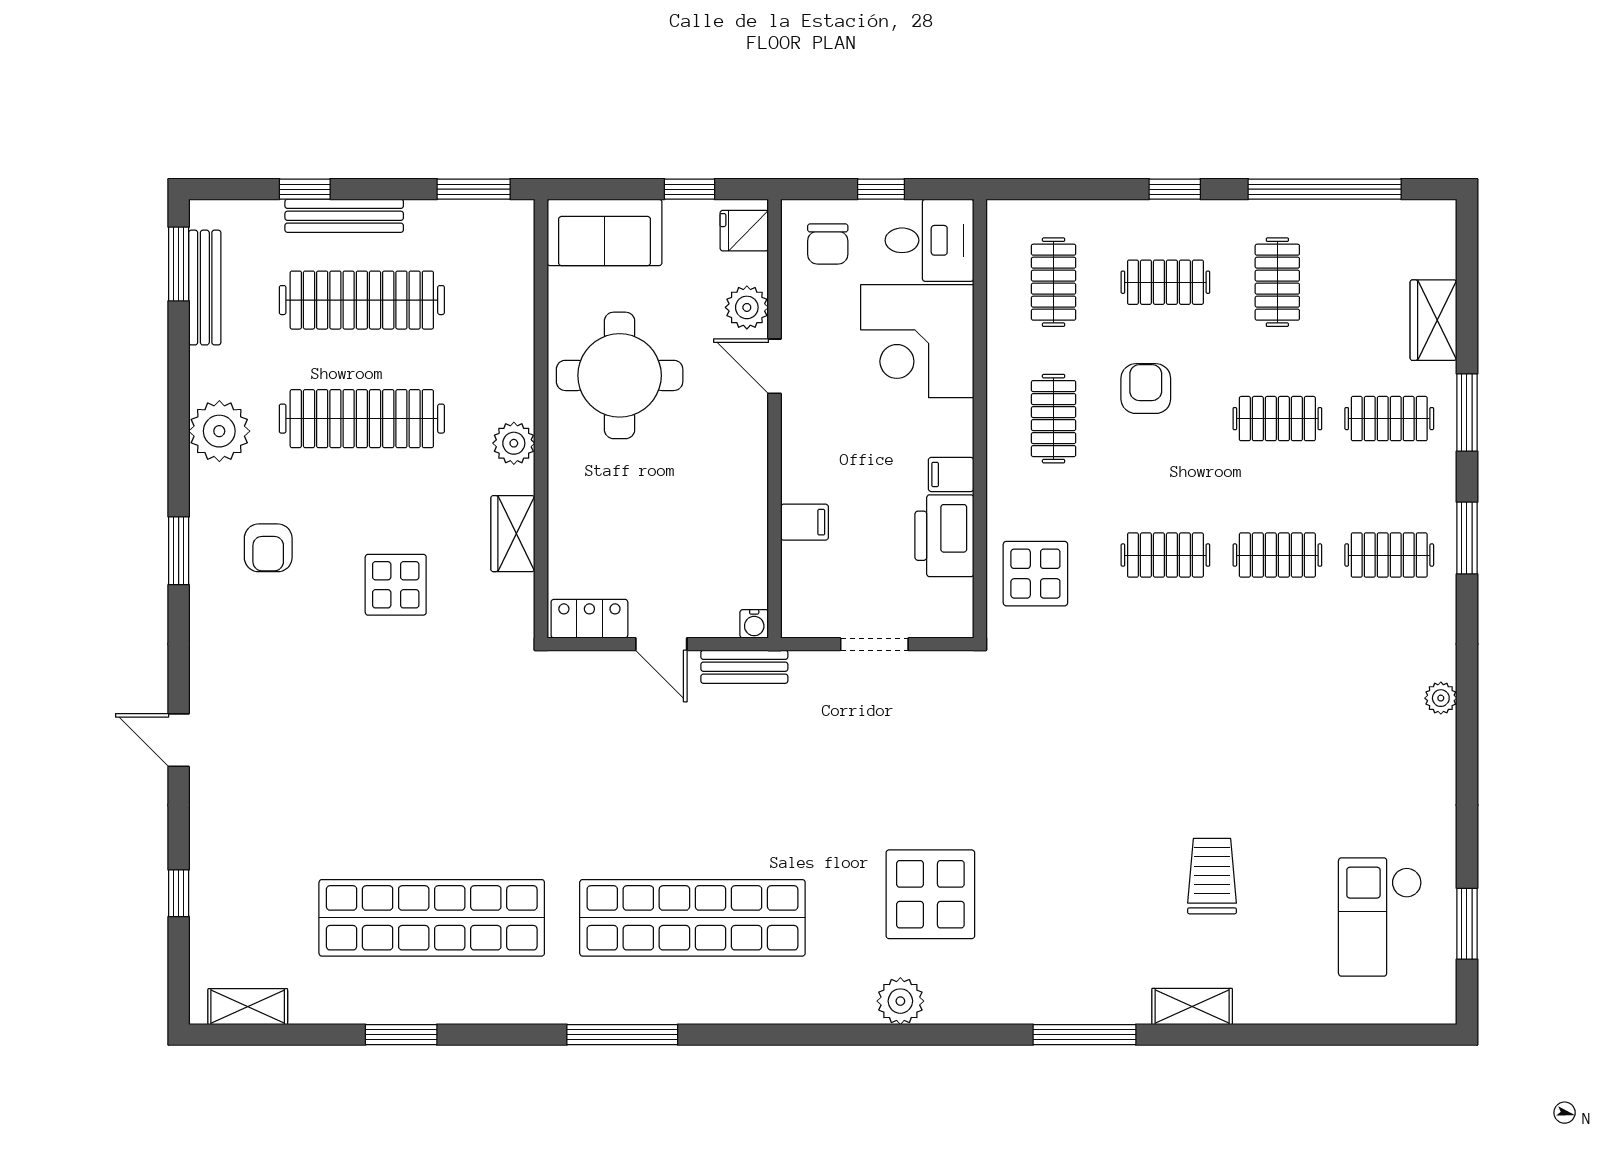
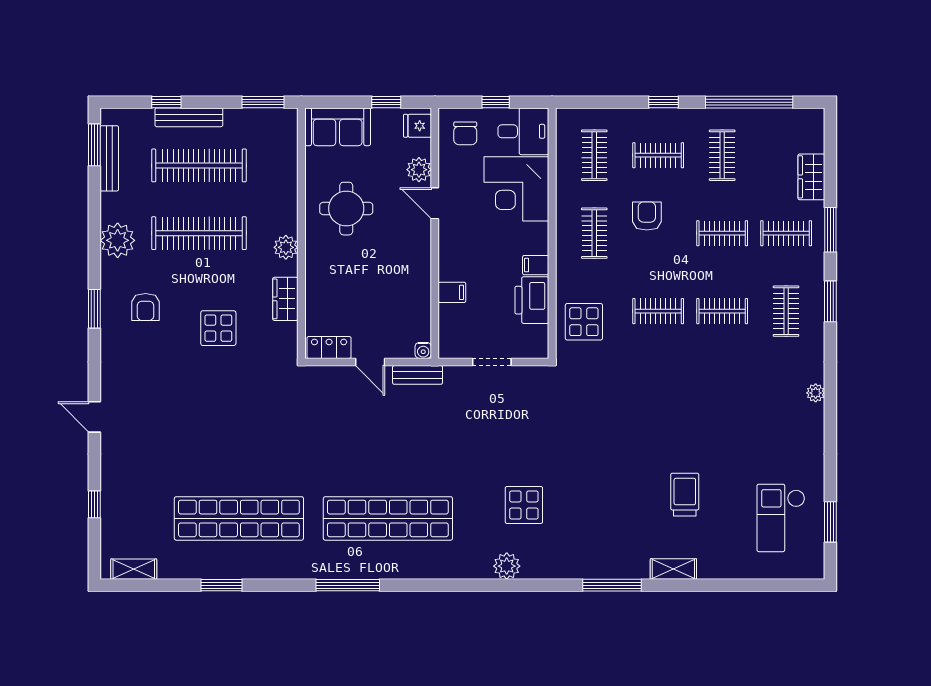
round table: (620, 375) -> (346, 209), width x0.73, depth x0.73
clothes rail: (1389, 555) -> (786, 311), turned 90
display table: (930, 894) -> (524, 505), width x0.73, depth x0.73

